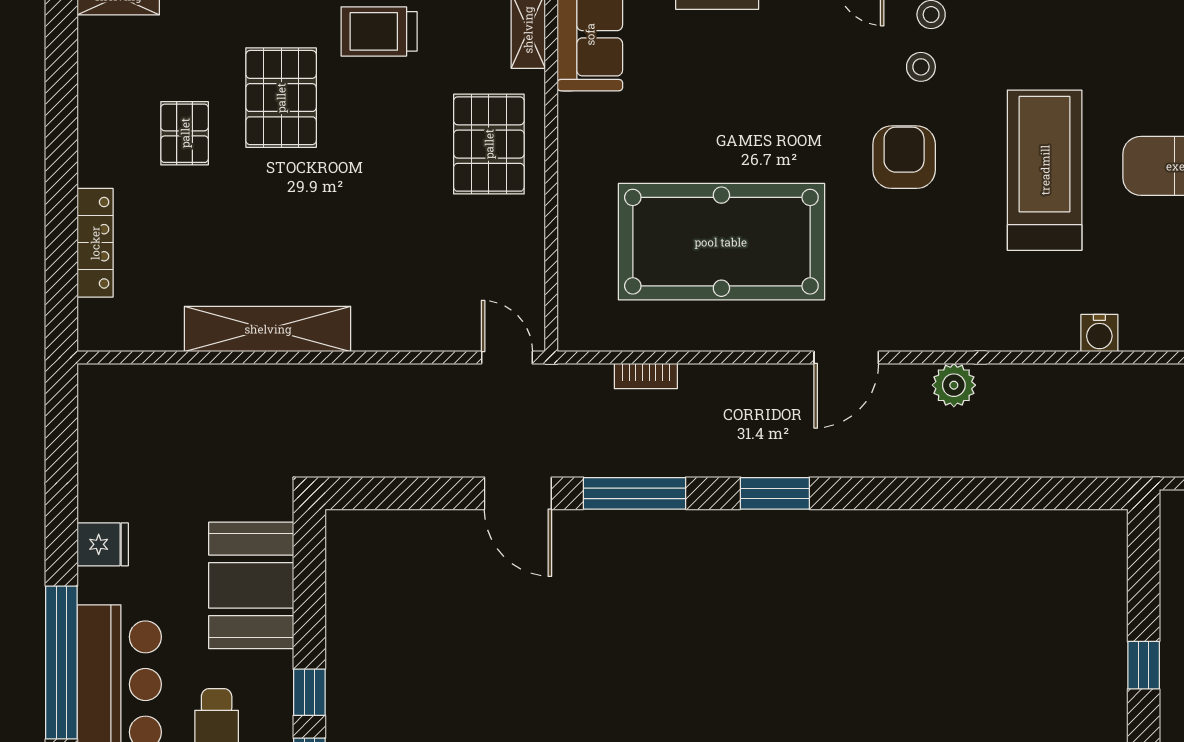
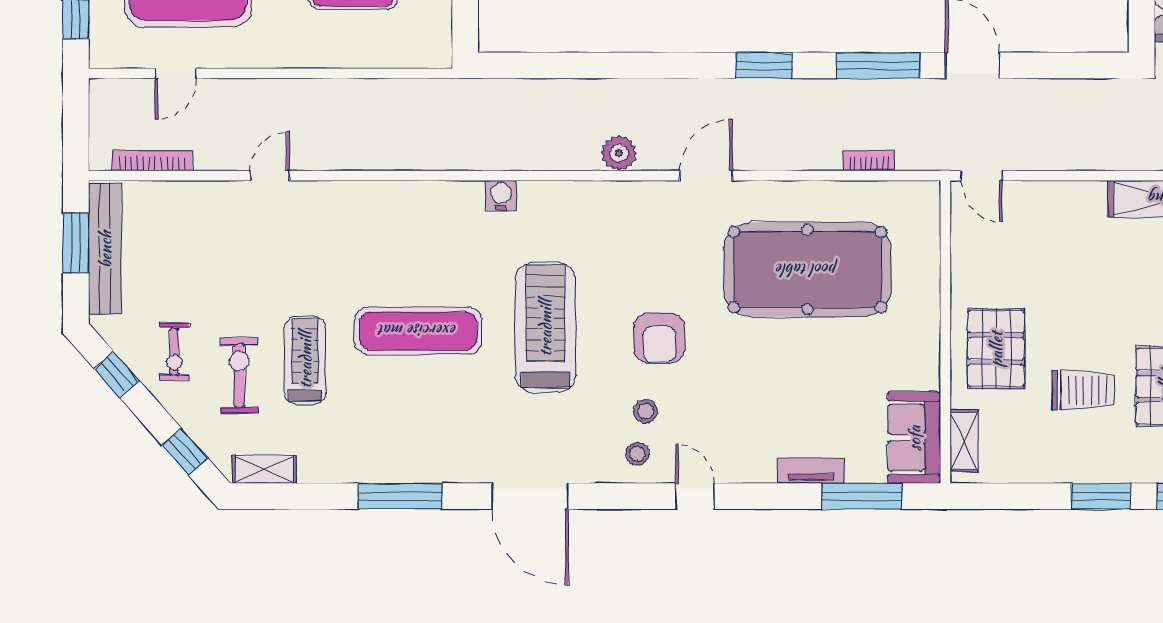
trolley: (379, 31) -> (1083, 390), moved
treadmill: (1045, 170) -> (545, 328), turned 180

